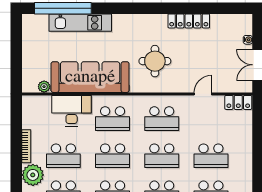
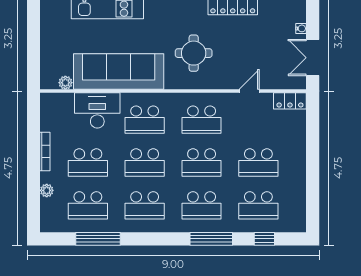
plant: (33, 175) -> (47, 190), width x0.53, depth x0.53

